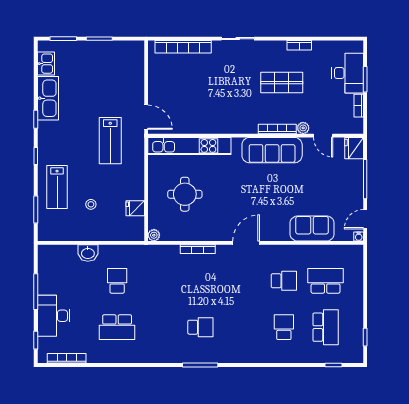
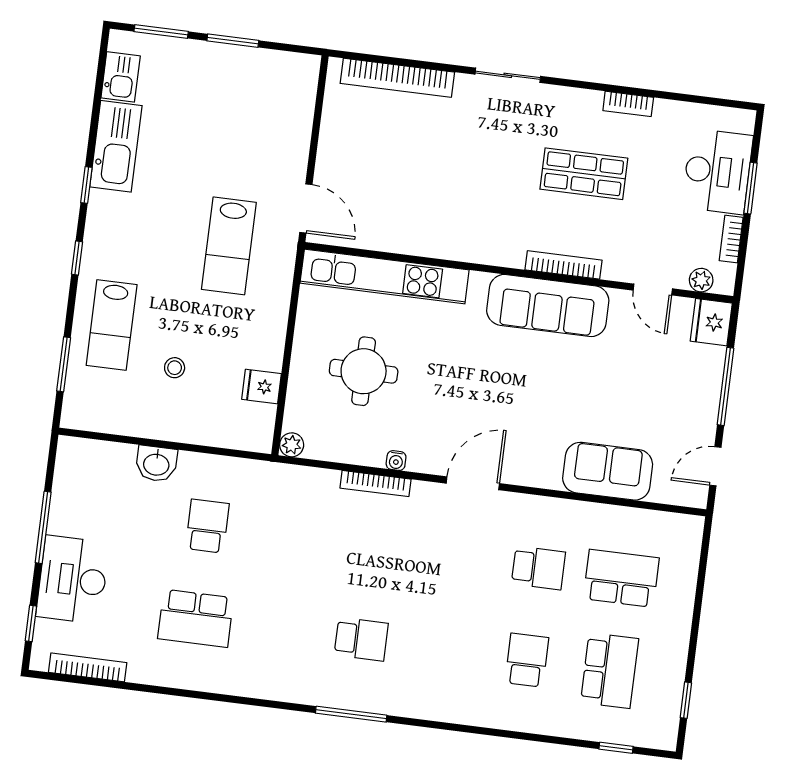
plant: (303, 128) -> (701, 280), moved
water cooler: (359, 236) -> (396, 461), moved

